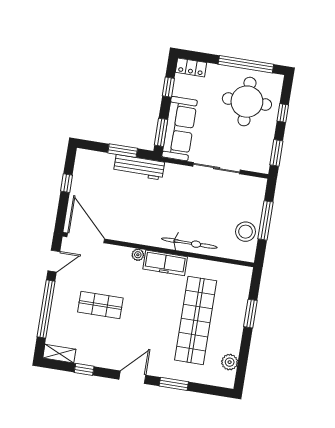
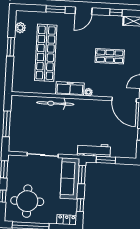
stool: (246, 232) -> (19, 115), removed
window: (250, 314) -> (11, 47), moved

